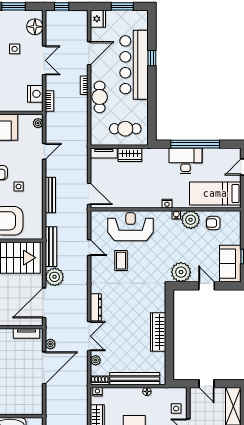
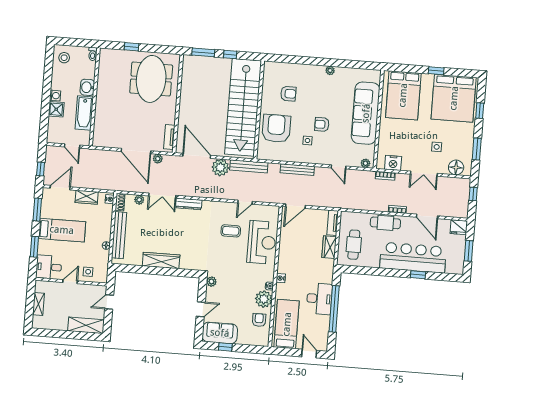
plant: (181, 272) -> (211, 282), width x0.53, depth x0.53

